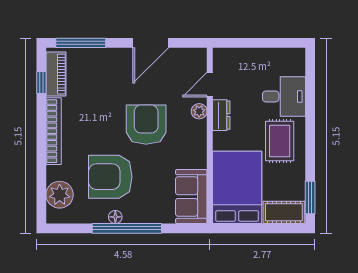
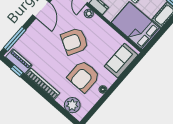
armchair: (146, 125) -> (75, 41), turned -61
sofa: (191, 197) -> (121, 61), moved, turned 90
window: (127, 228) -> (112, 89), removed

